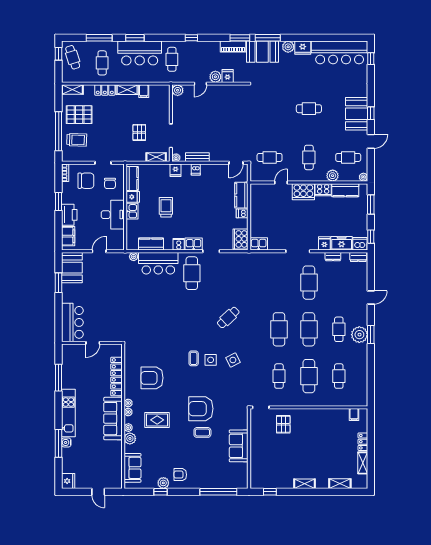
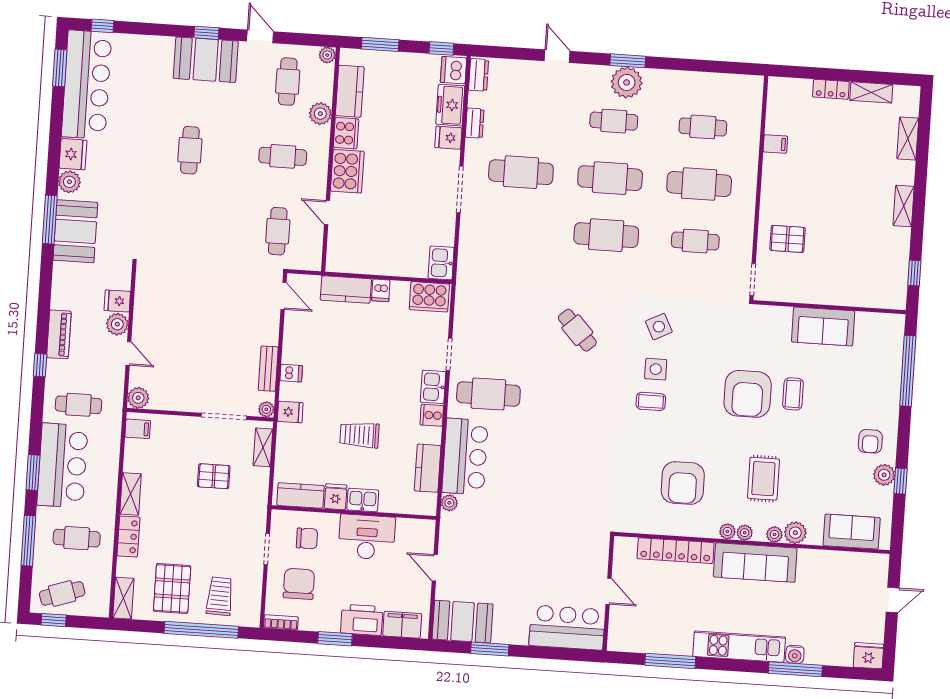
window: (240, 38) -> (60, 68), moved
piano: (233, 47) -> (59, 334), moved
filing cabinet: (144, 91) -> (138, 429), moved
filing cabinet: (354, 415) -> (775, 144), moved

